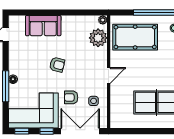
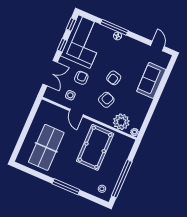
pool table: (135, 37) -> (95, 147), moved
armchair: (82, 63) -> (106, 100), added
door: (109, 75) -> (76, 113), moved
double door: (80, 131) -> (50, 73), width x0.73

